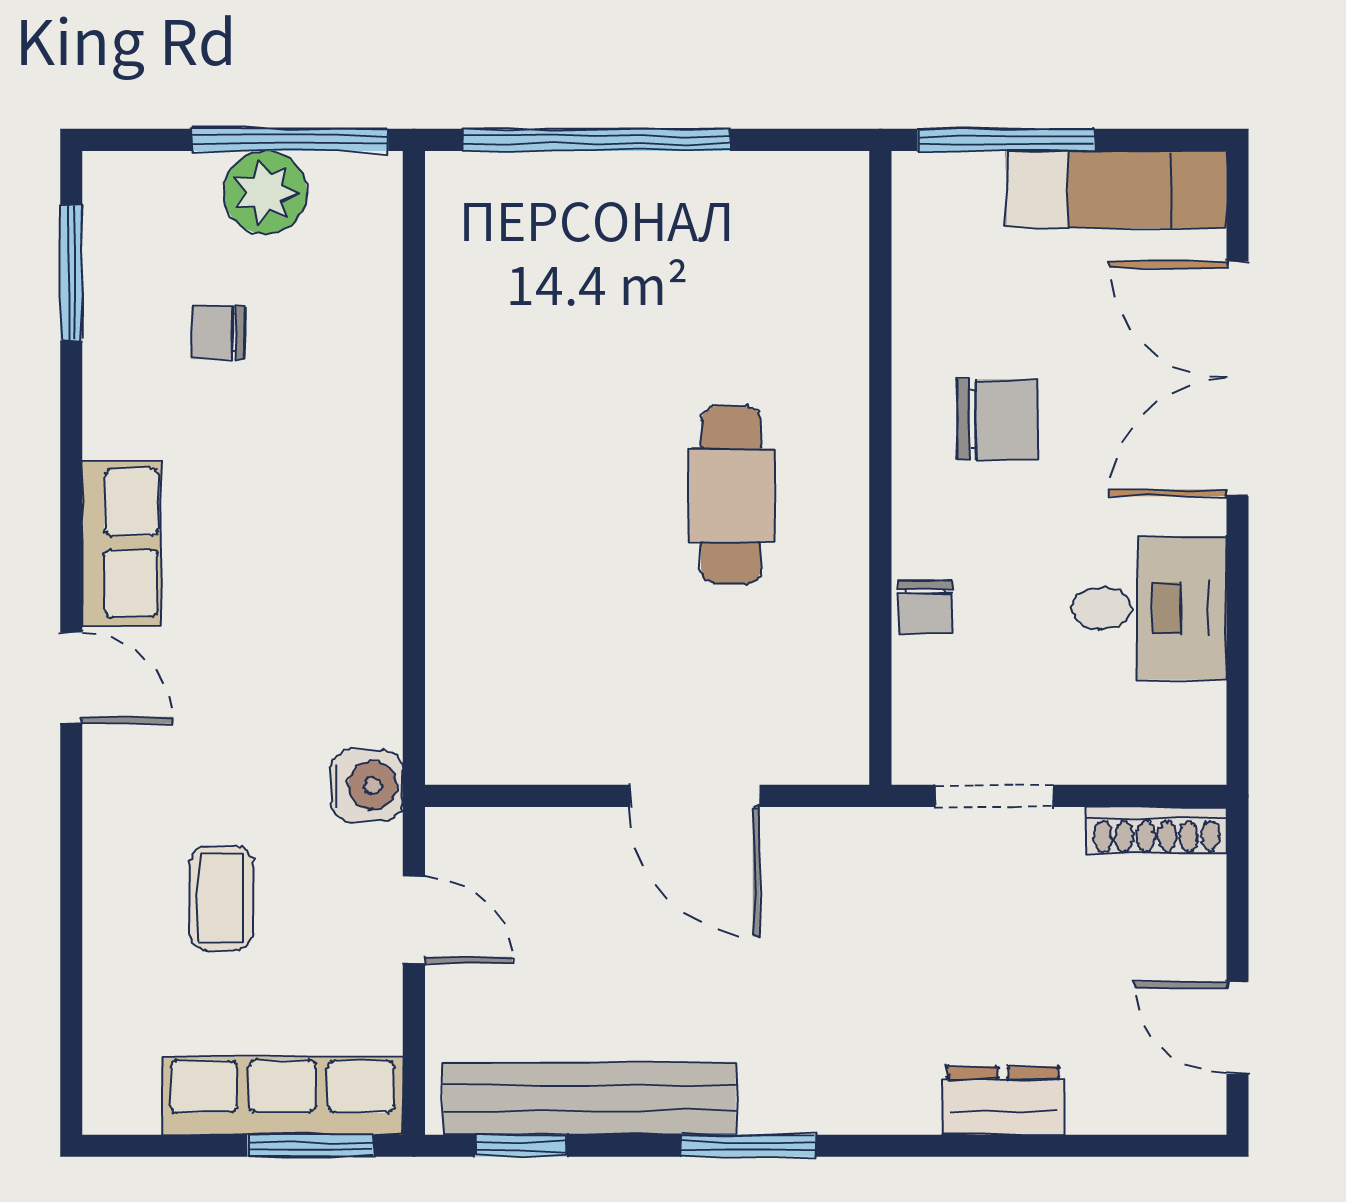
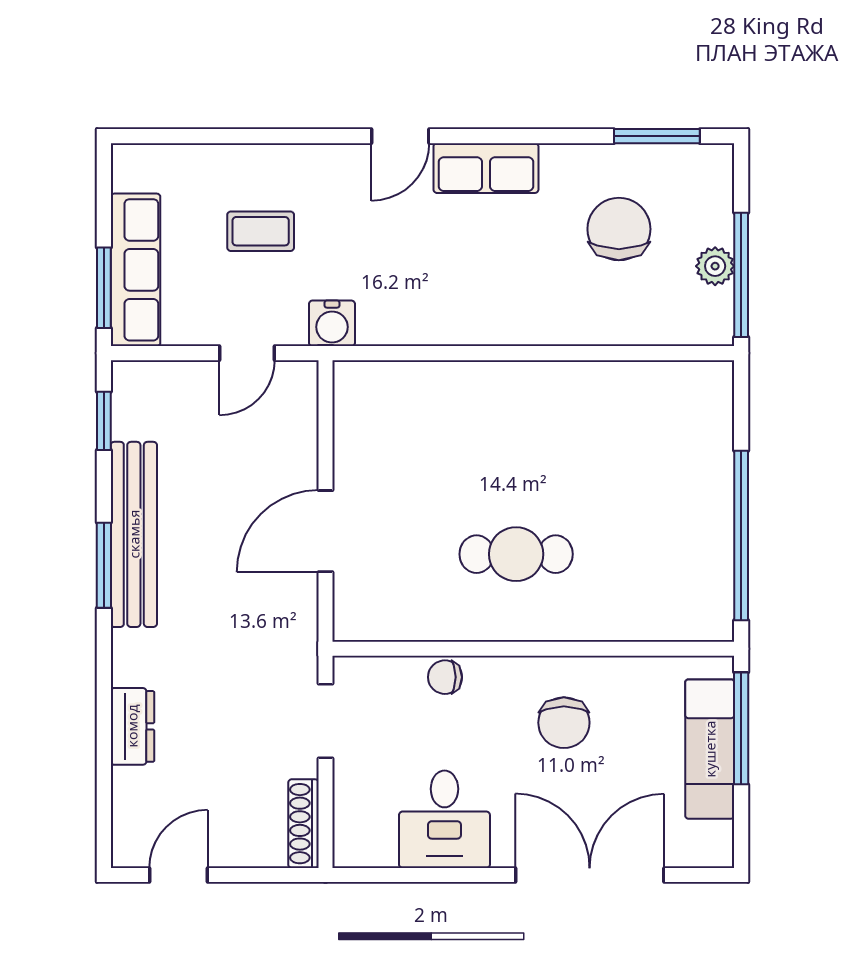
window: (596, 140) -> (741, 536), moved
exam couch: (1116, 189) -> (710, 749), moved
plant: (265, 192) -> (715, 266), width x0.73, depth x0.73
chair: (218, 333) -> (619, 229), width x1.87, depth x1.87
bench: (589, 1098) -> (134, 534), moved

